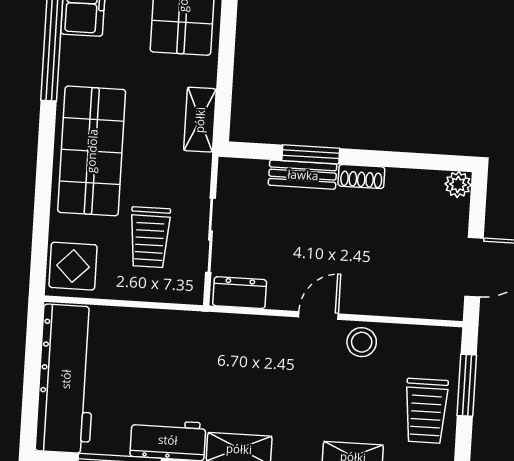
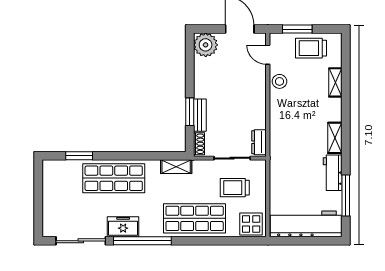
shoe rack: (361, 176) -> (199, 144), moved
plant: (458, 184) -> (206, 45), width x1.87, depth x1.87
trolley: (150, 237) -> (235, 188), turned 180
door: (318, 315) -> (268, 55), moved
trolley: (426, 411) -> (311, 48), turned 180

